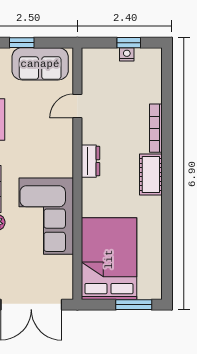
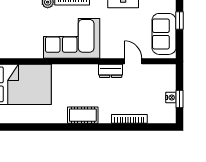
bookcase: (156, 128) -> (129, 119), moved
dresser: (90, 161) -> (111, 71), moved
corner sofa: (46, 216) -> (72, 38), moved

